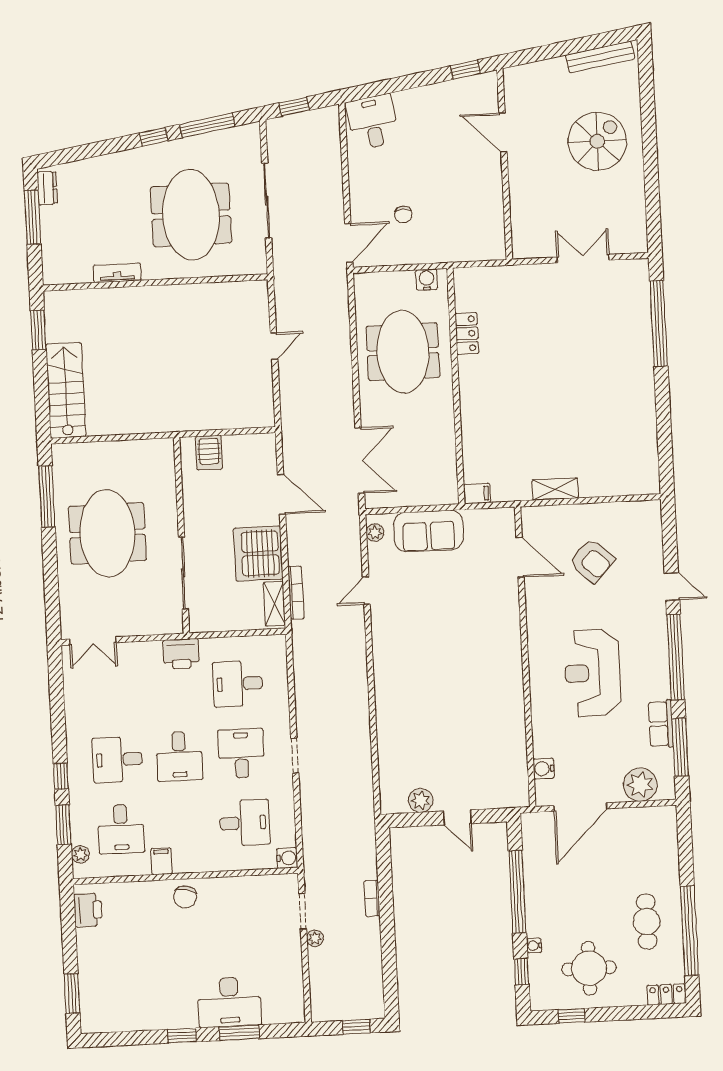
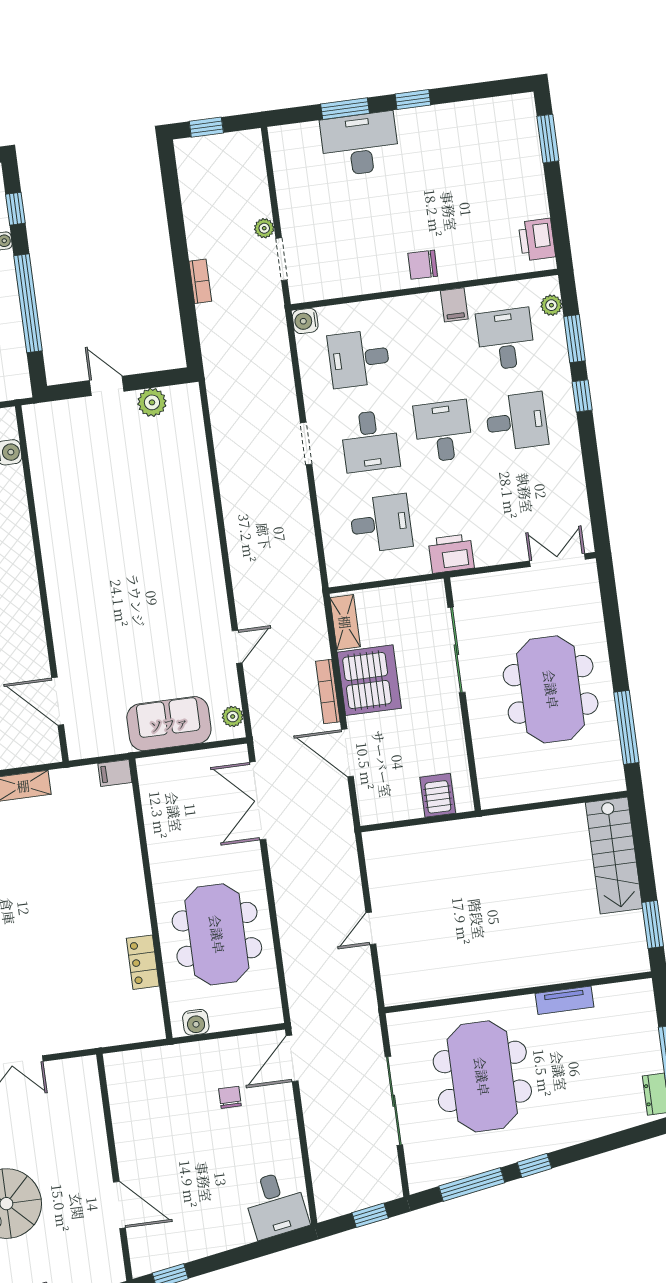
bookcase: (296, 593) -> (328, 692), moved
chair: (185, 897) -> (423, 265), turned -102

